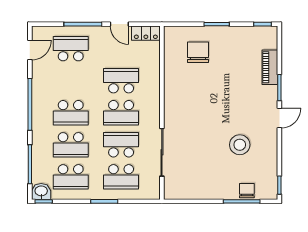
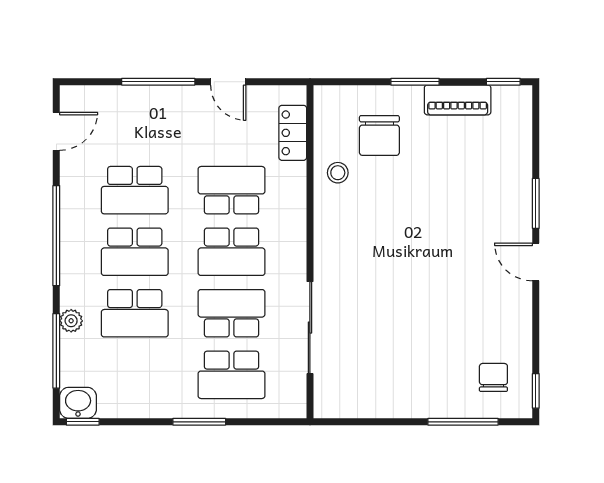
locker: (146, 33) -> (293, 133), moved, turned 90
school desk: (71, 49) -> (135, 190), moved, turned 180
chair: (198, 52) -> (379, 135), turned 180
piano: (270, 67) -> (458, 100), moved, turned -90
door: (279, 118) -> (536, 262), swing flipped
stool: (240, 145) -> (338, 173), moved, width x0.53, depth x0.53
plant: (38, 149) -> (71, 321), added
school desk: (71, 177) -> (135, 375), removed
chair: (247, 191) -> (493, 377), moved

